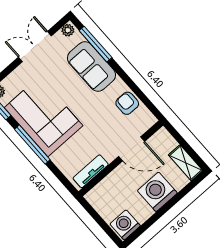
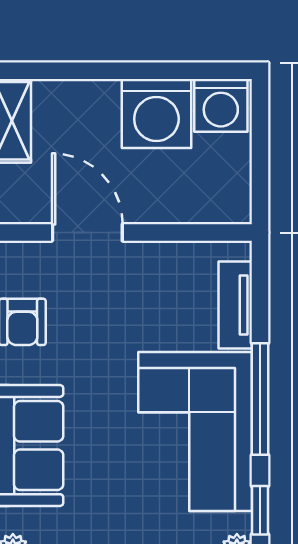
tv unit: (91, 171) -> (235, 305), moved, turned 90
washing machine: (157, 192) -> (156, 113), moved

